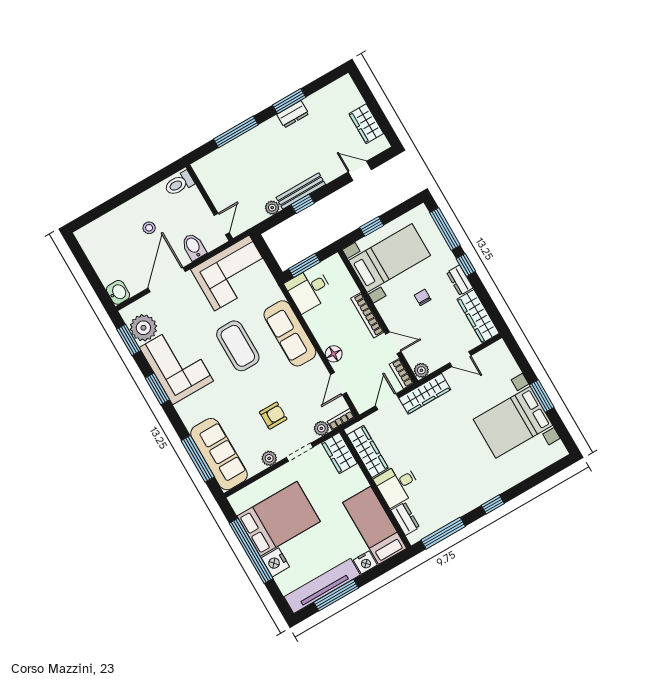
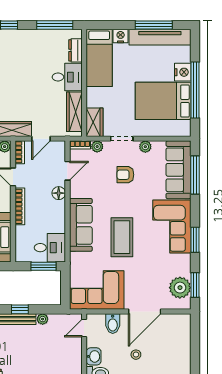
washbasin: (118, 292) -> (94, 356), moved, turned 180
corner sofa: (176, 364) -> (172, 227), moved

